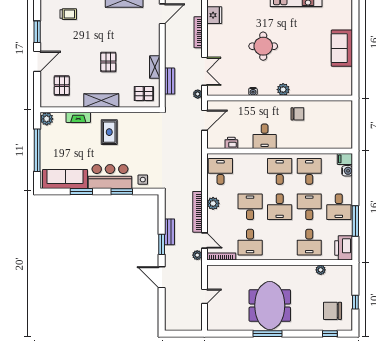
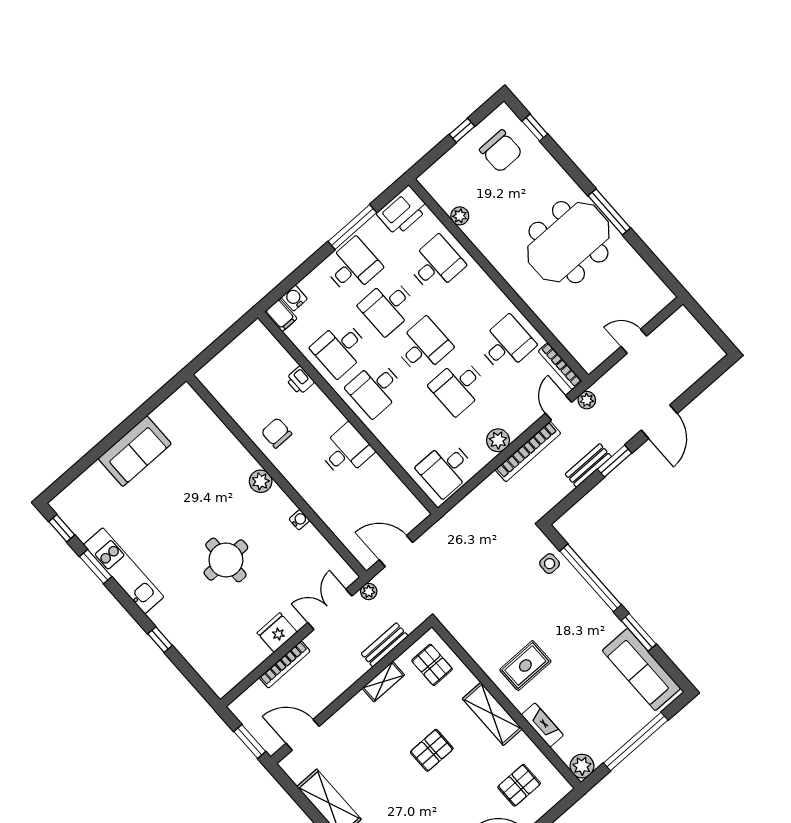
fridge: (214, 15) -> (277, 633), moved
printer: (231, 143) -> (300, 380), moved
bar counter: (110, 177) -> (584, 612), removed
window: (122, 191) -> (591, 578), width x2.11

